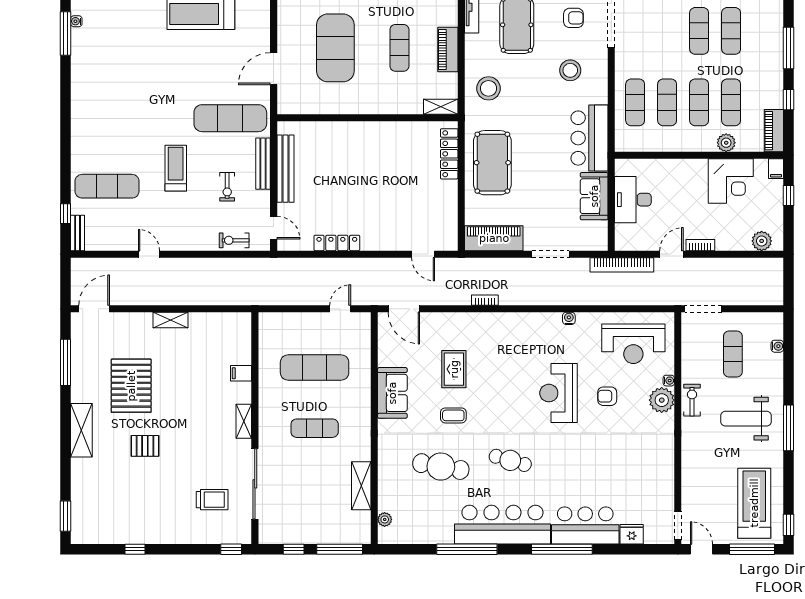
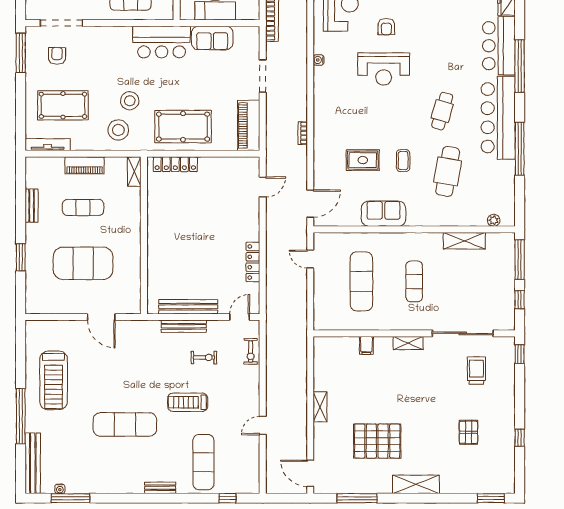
stool: (570, 70) -> (130, 101), moved
exercise mat: (230, 118) -> (125, 424), moved, turned 90
bench: (78, 233) -> (160, 488), moved
pallet: (145, 446) -> (468, 432), moved

